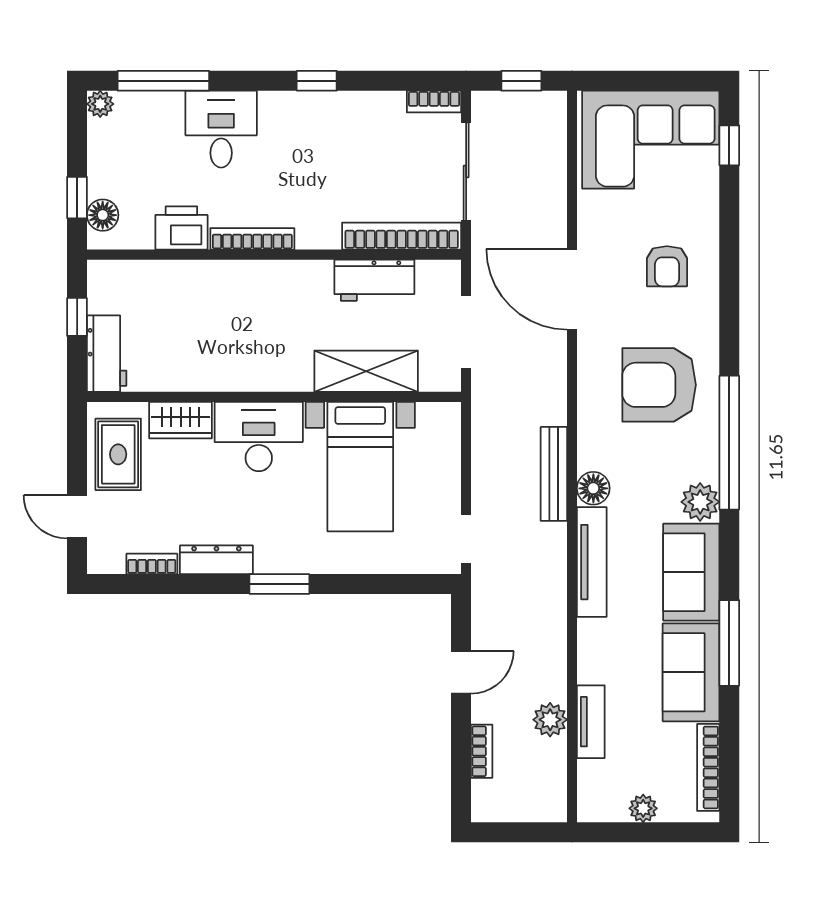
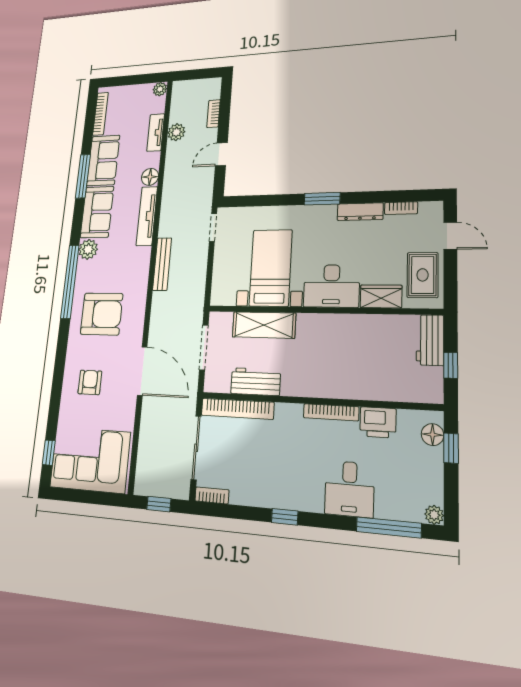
floor lamp: (593, 488) -> (150, 177), moved
plant: (643, 808) -> (160, 89), moved

